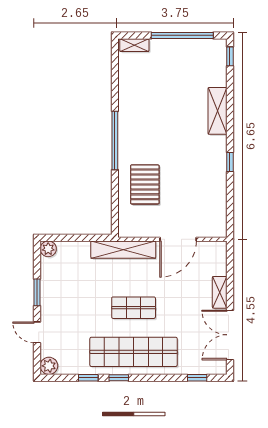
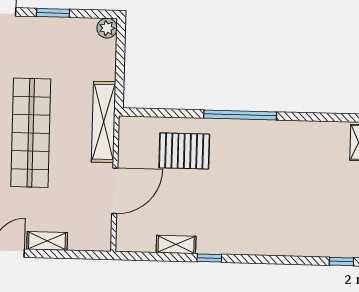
shelving: (217, 111) -> (176, 244), moved, width x0.67, depth x0.75
door: (178, 239) -> (115, 191), swing flipped
shop shelf: (134, 308) -> (31, 133), width x2.00, depth x1.36

